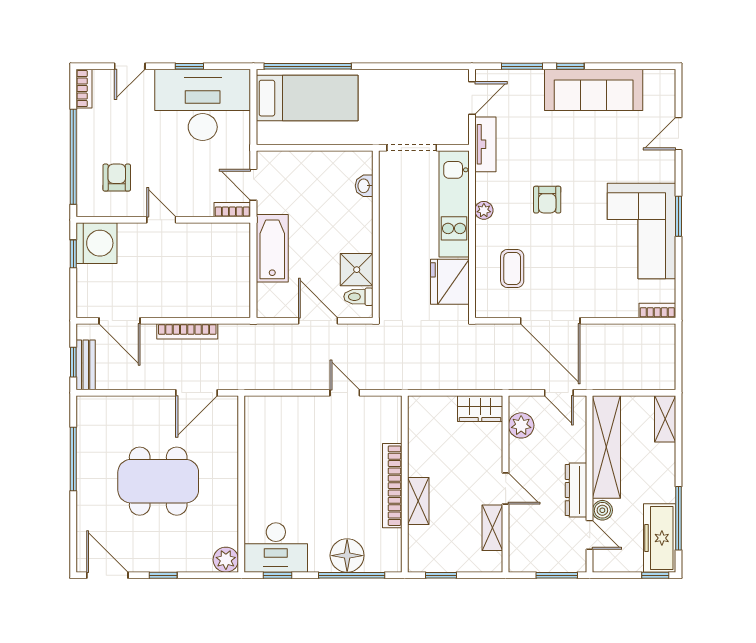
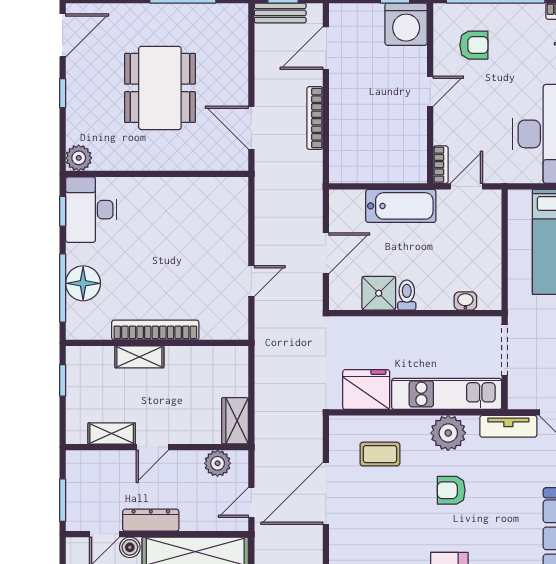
plant: (484, 210) -> (448, 433), width x1.88, depth x1.88
toilet: (358, 297) -> (407, 295), moved

